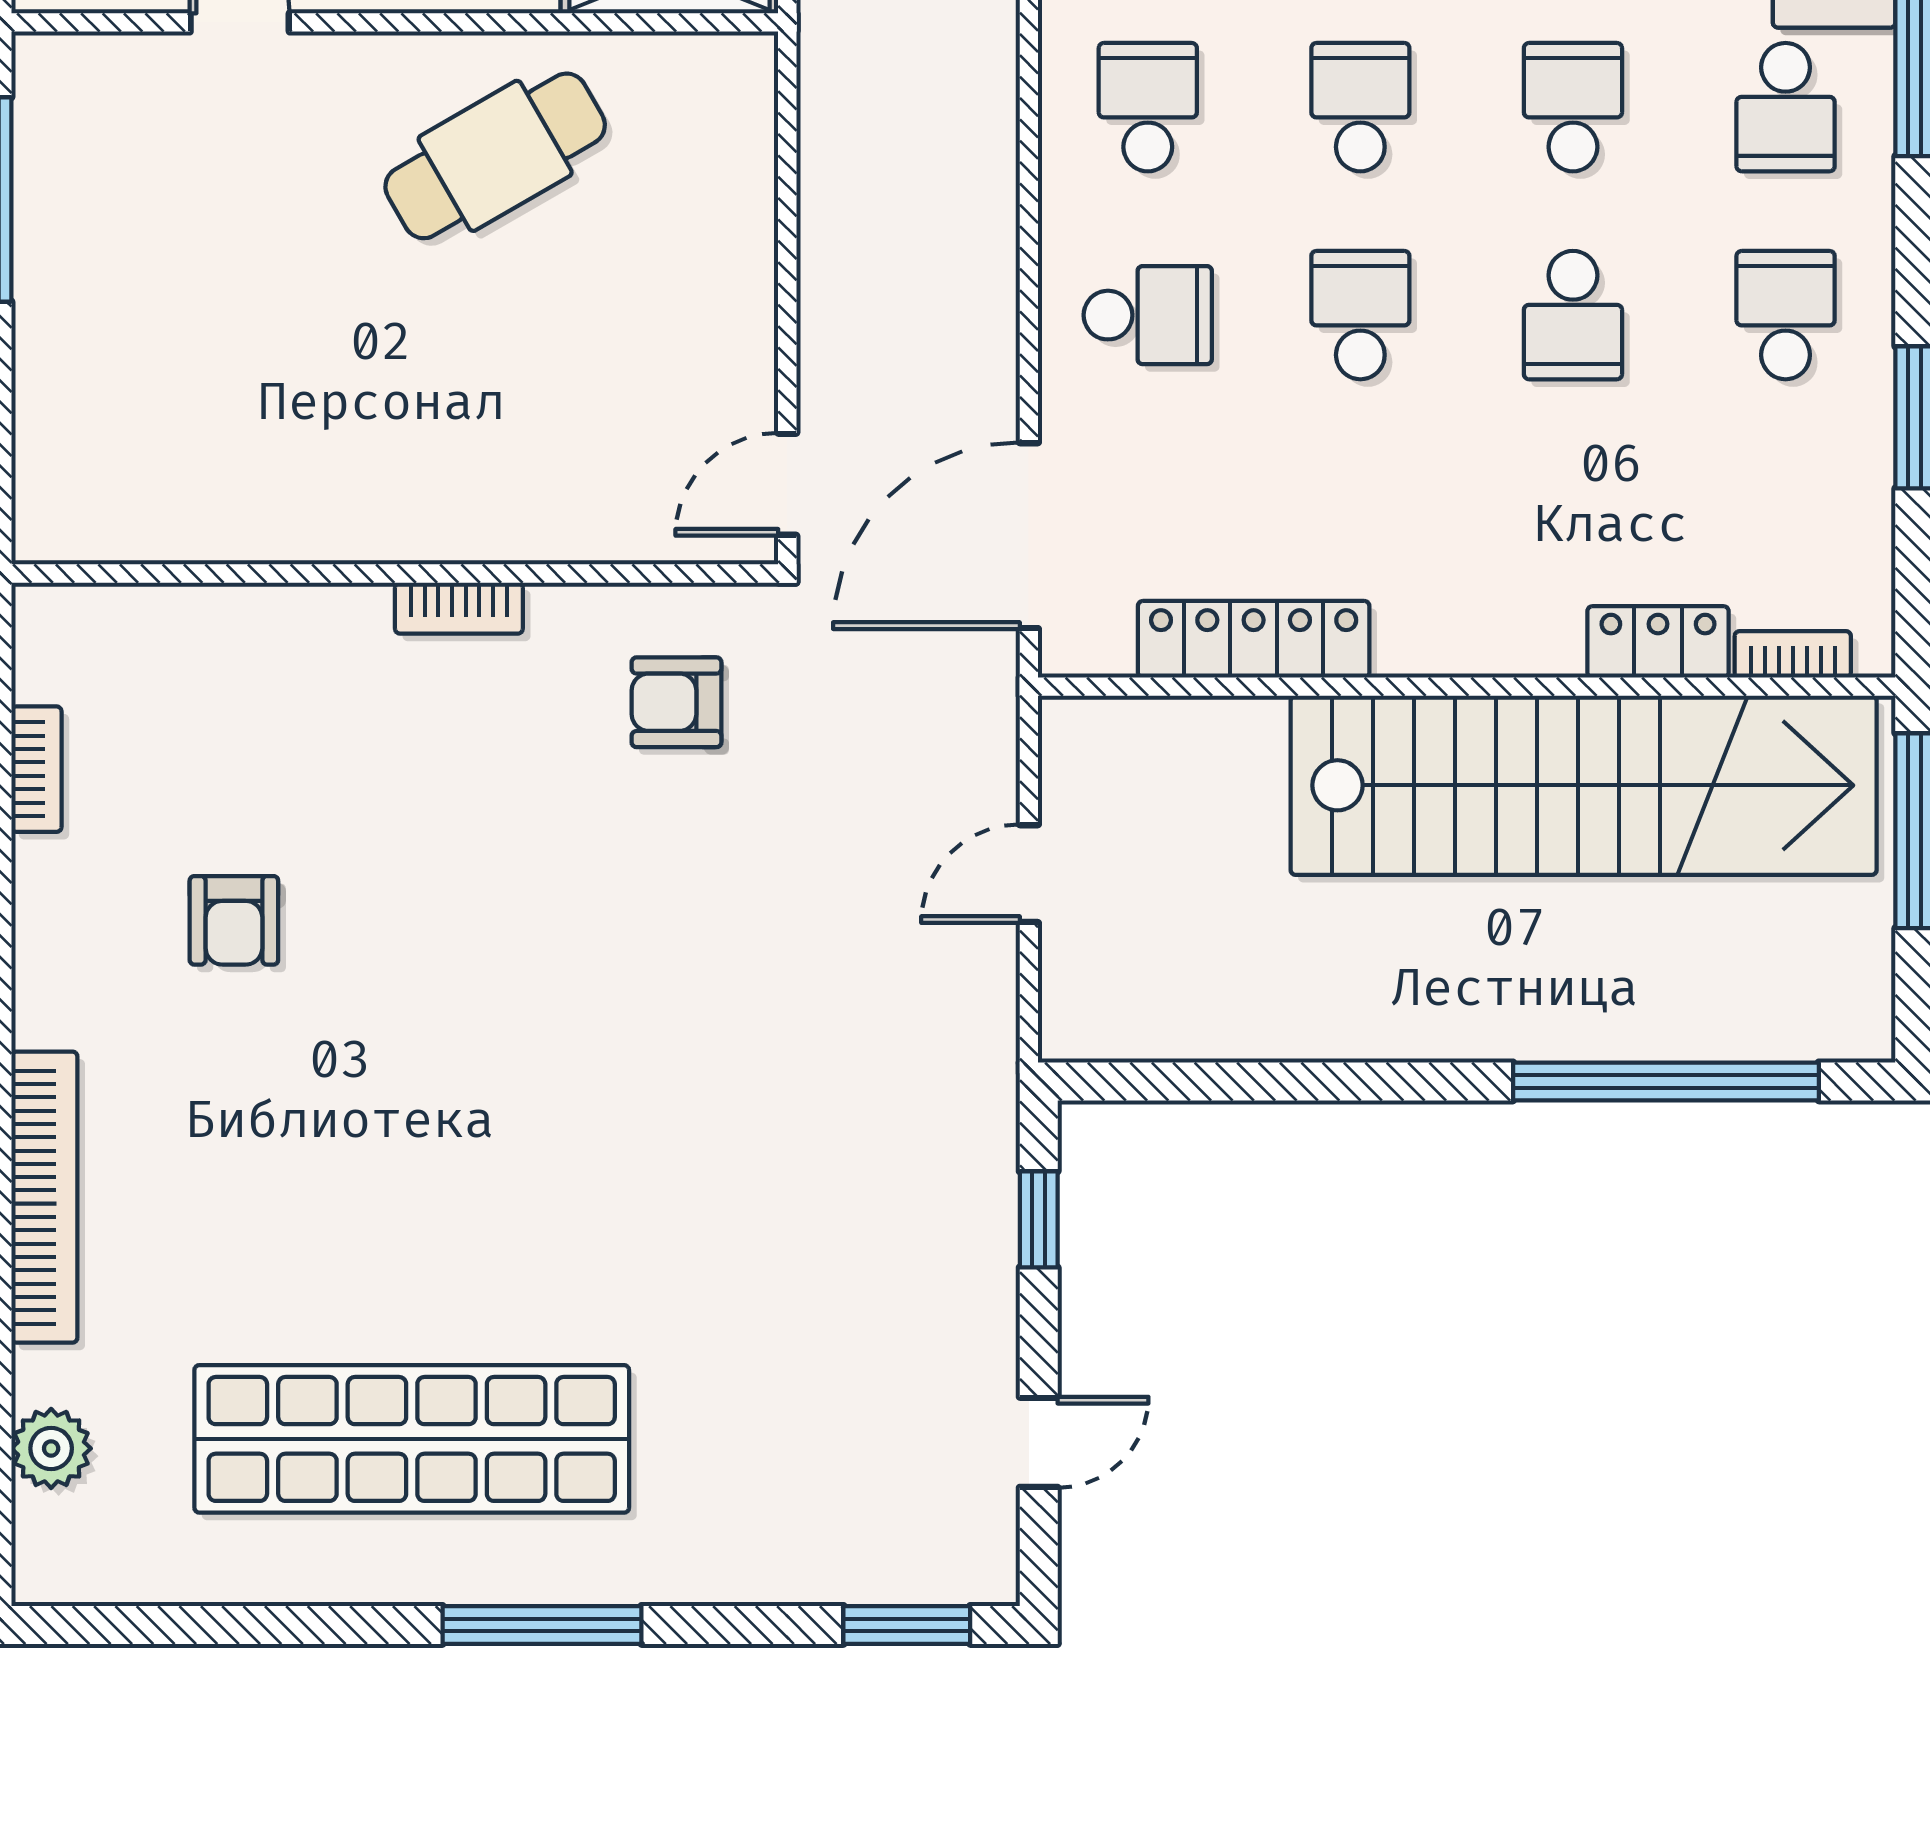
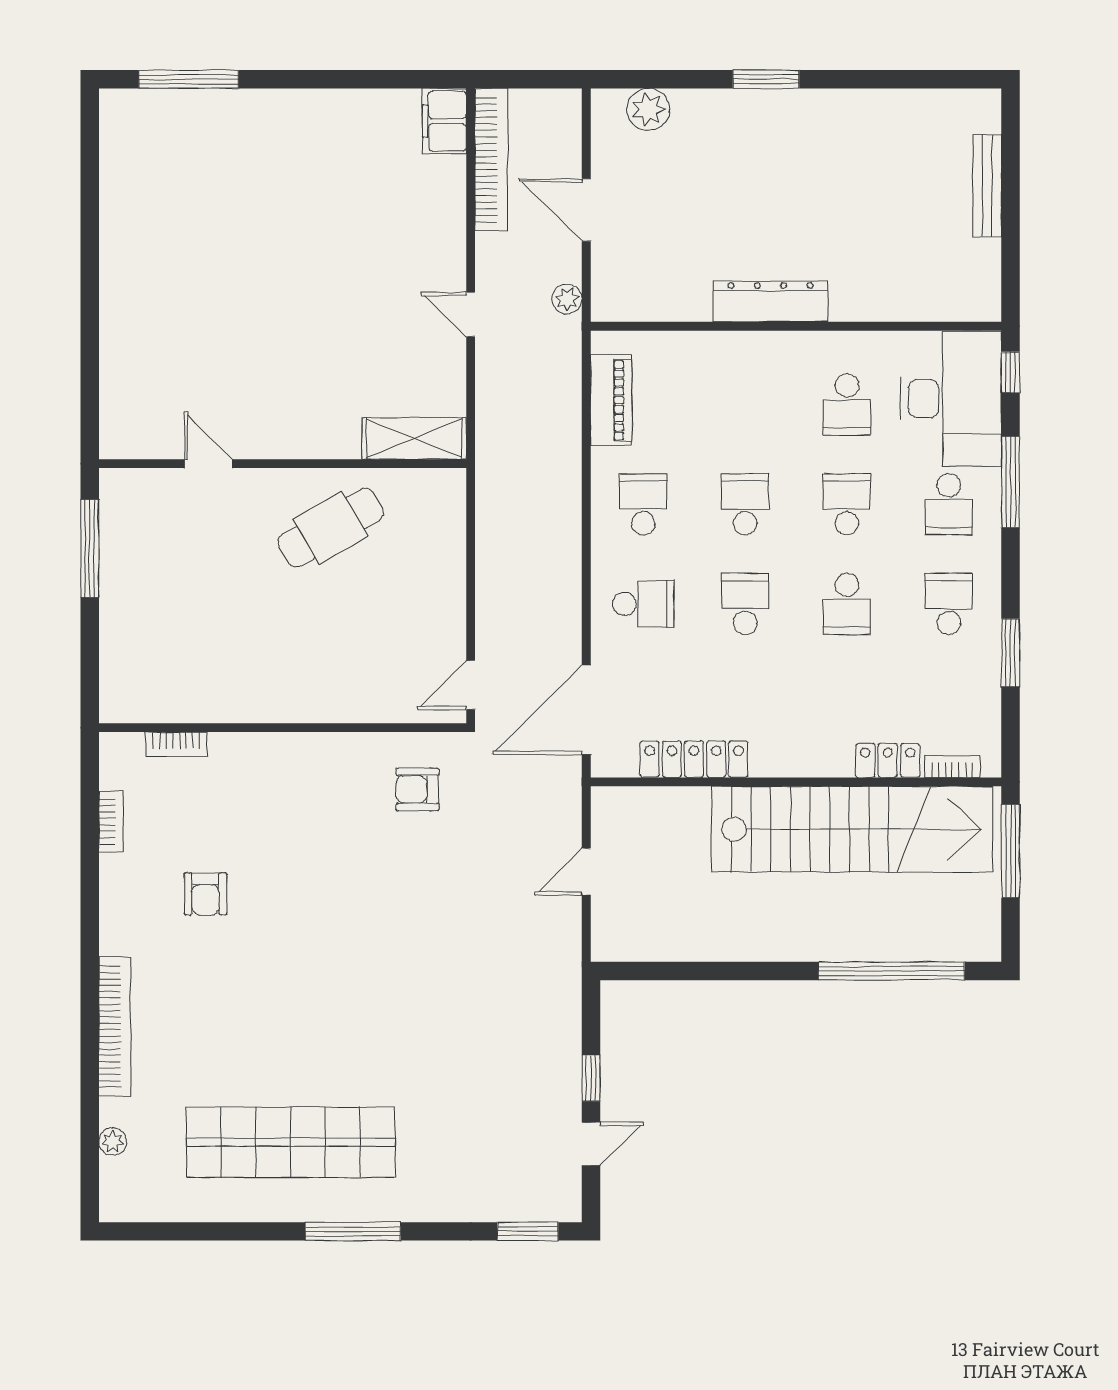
bookcase: (459, 608) -> (176, 744), moved
window: (1039, 1219) -> (591, 1078), moved
plant: (51, 1448) -> (113, 1142), width x0.73, depth x0.73

